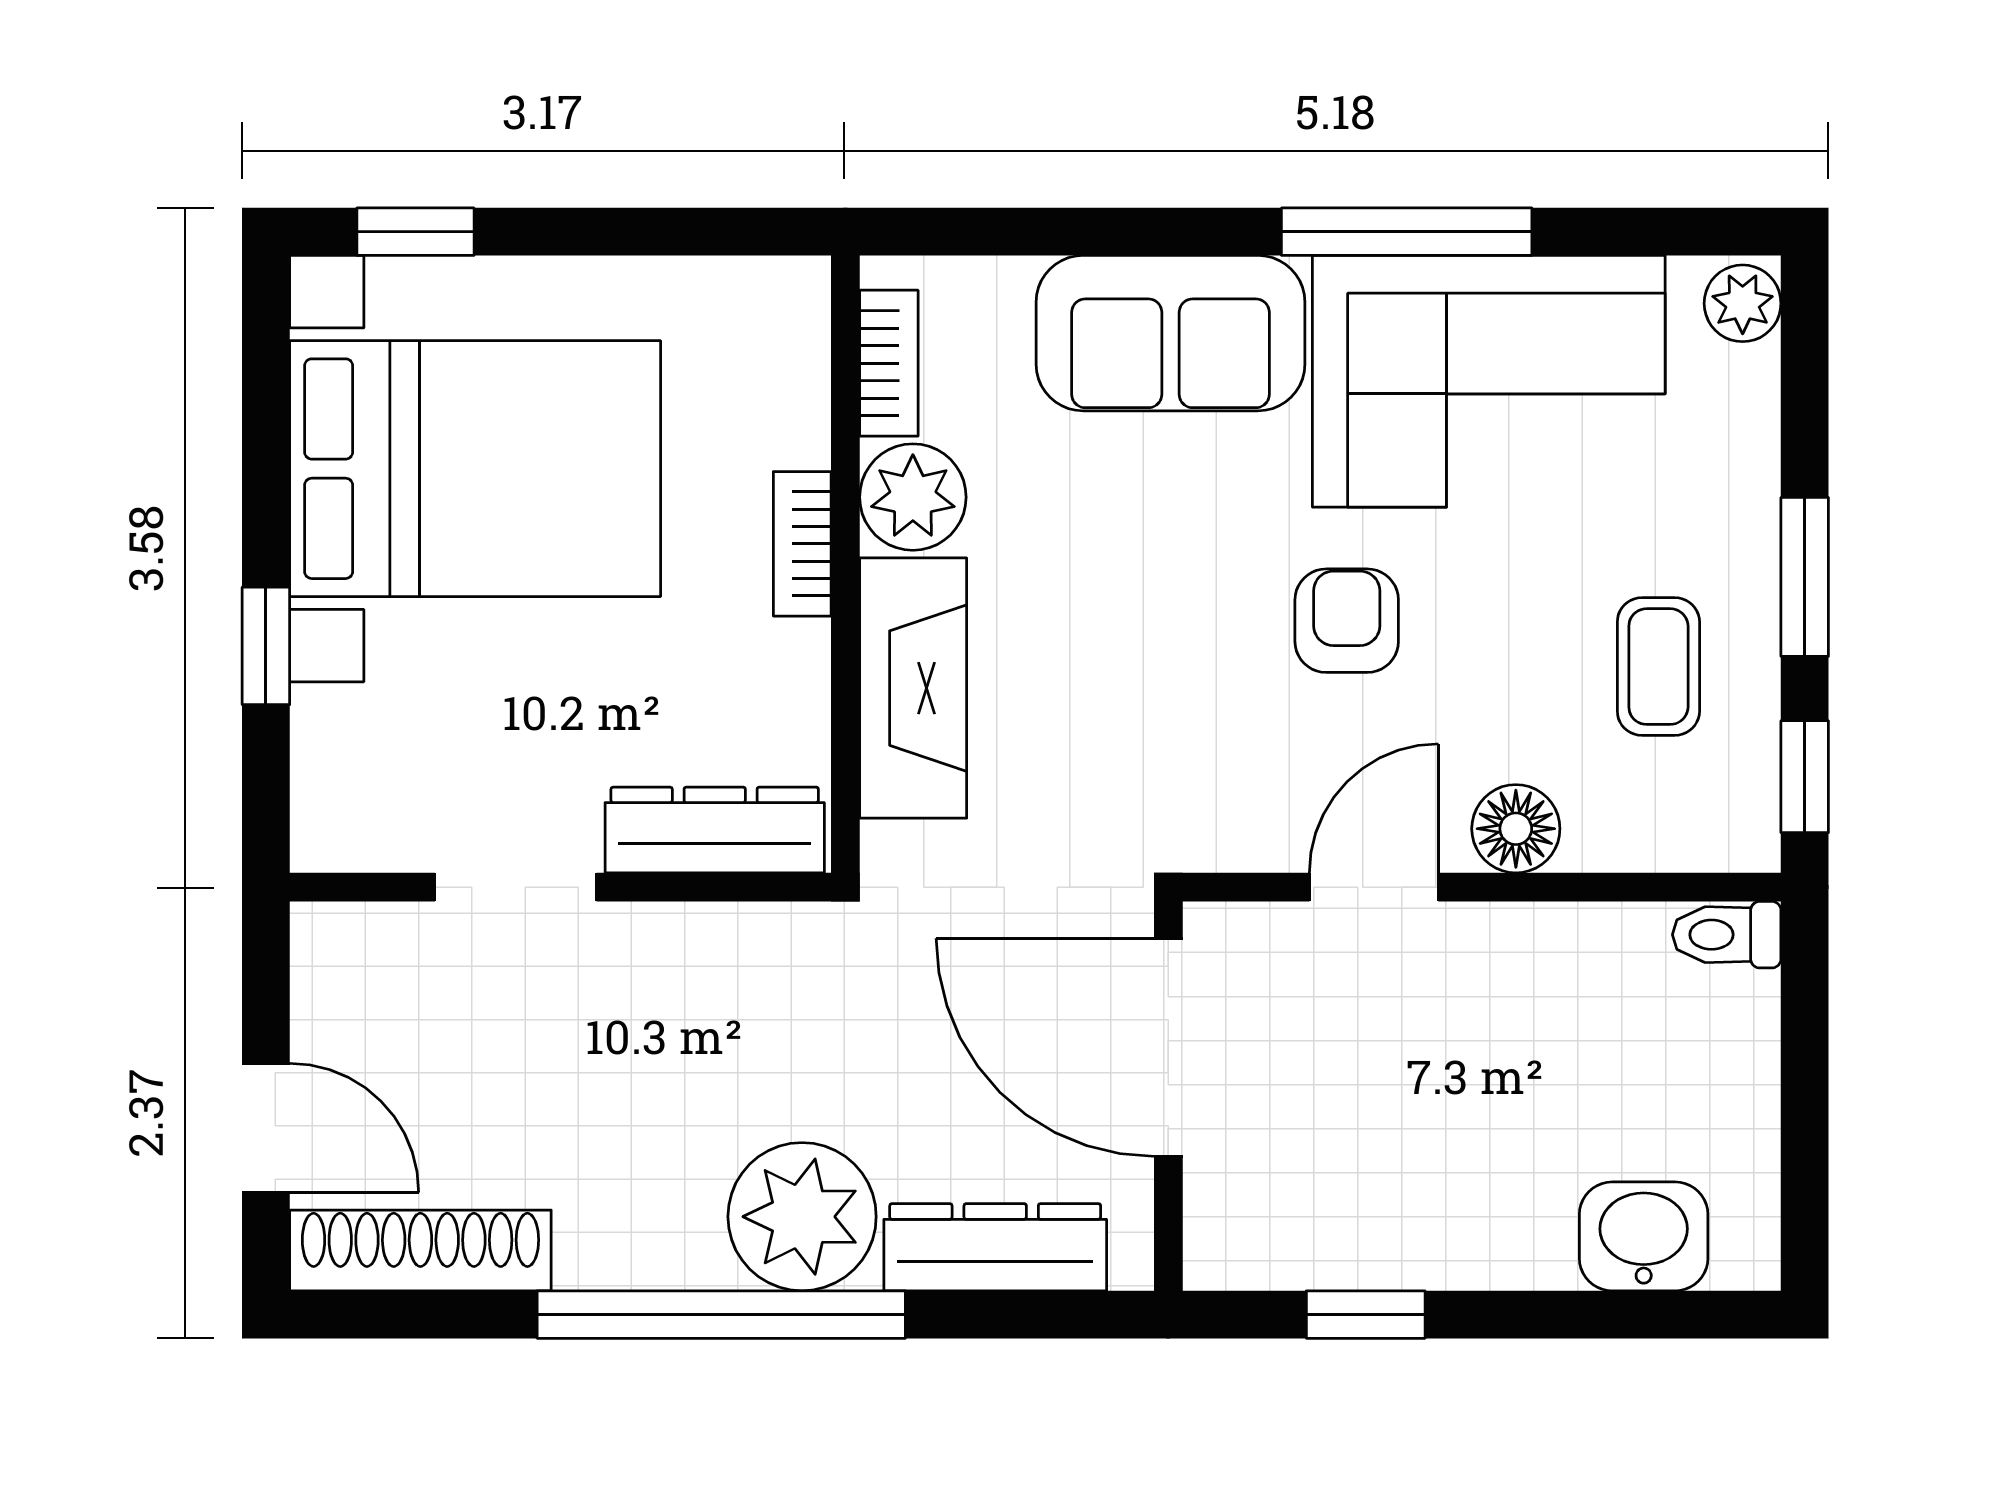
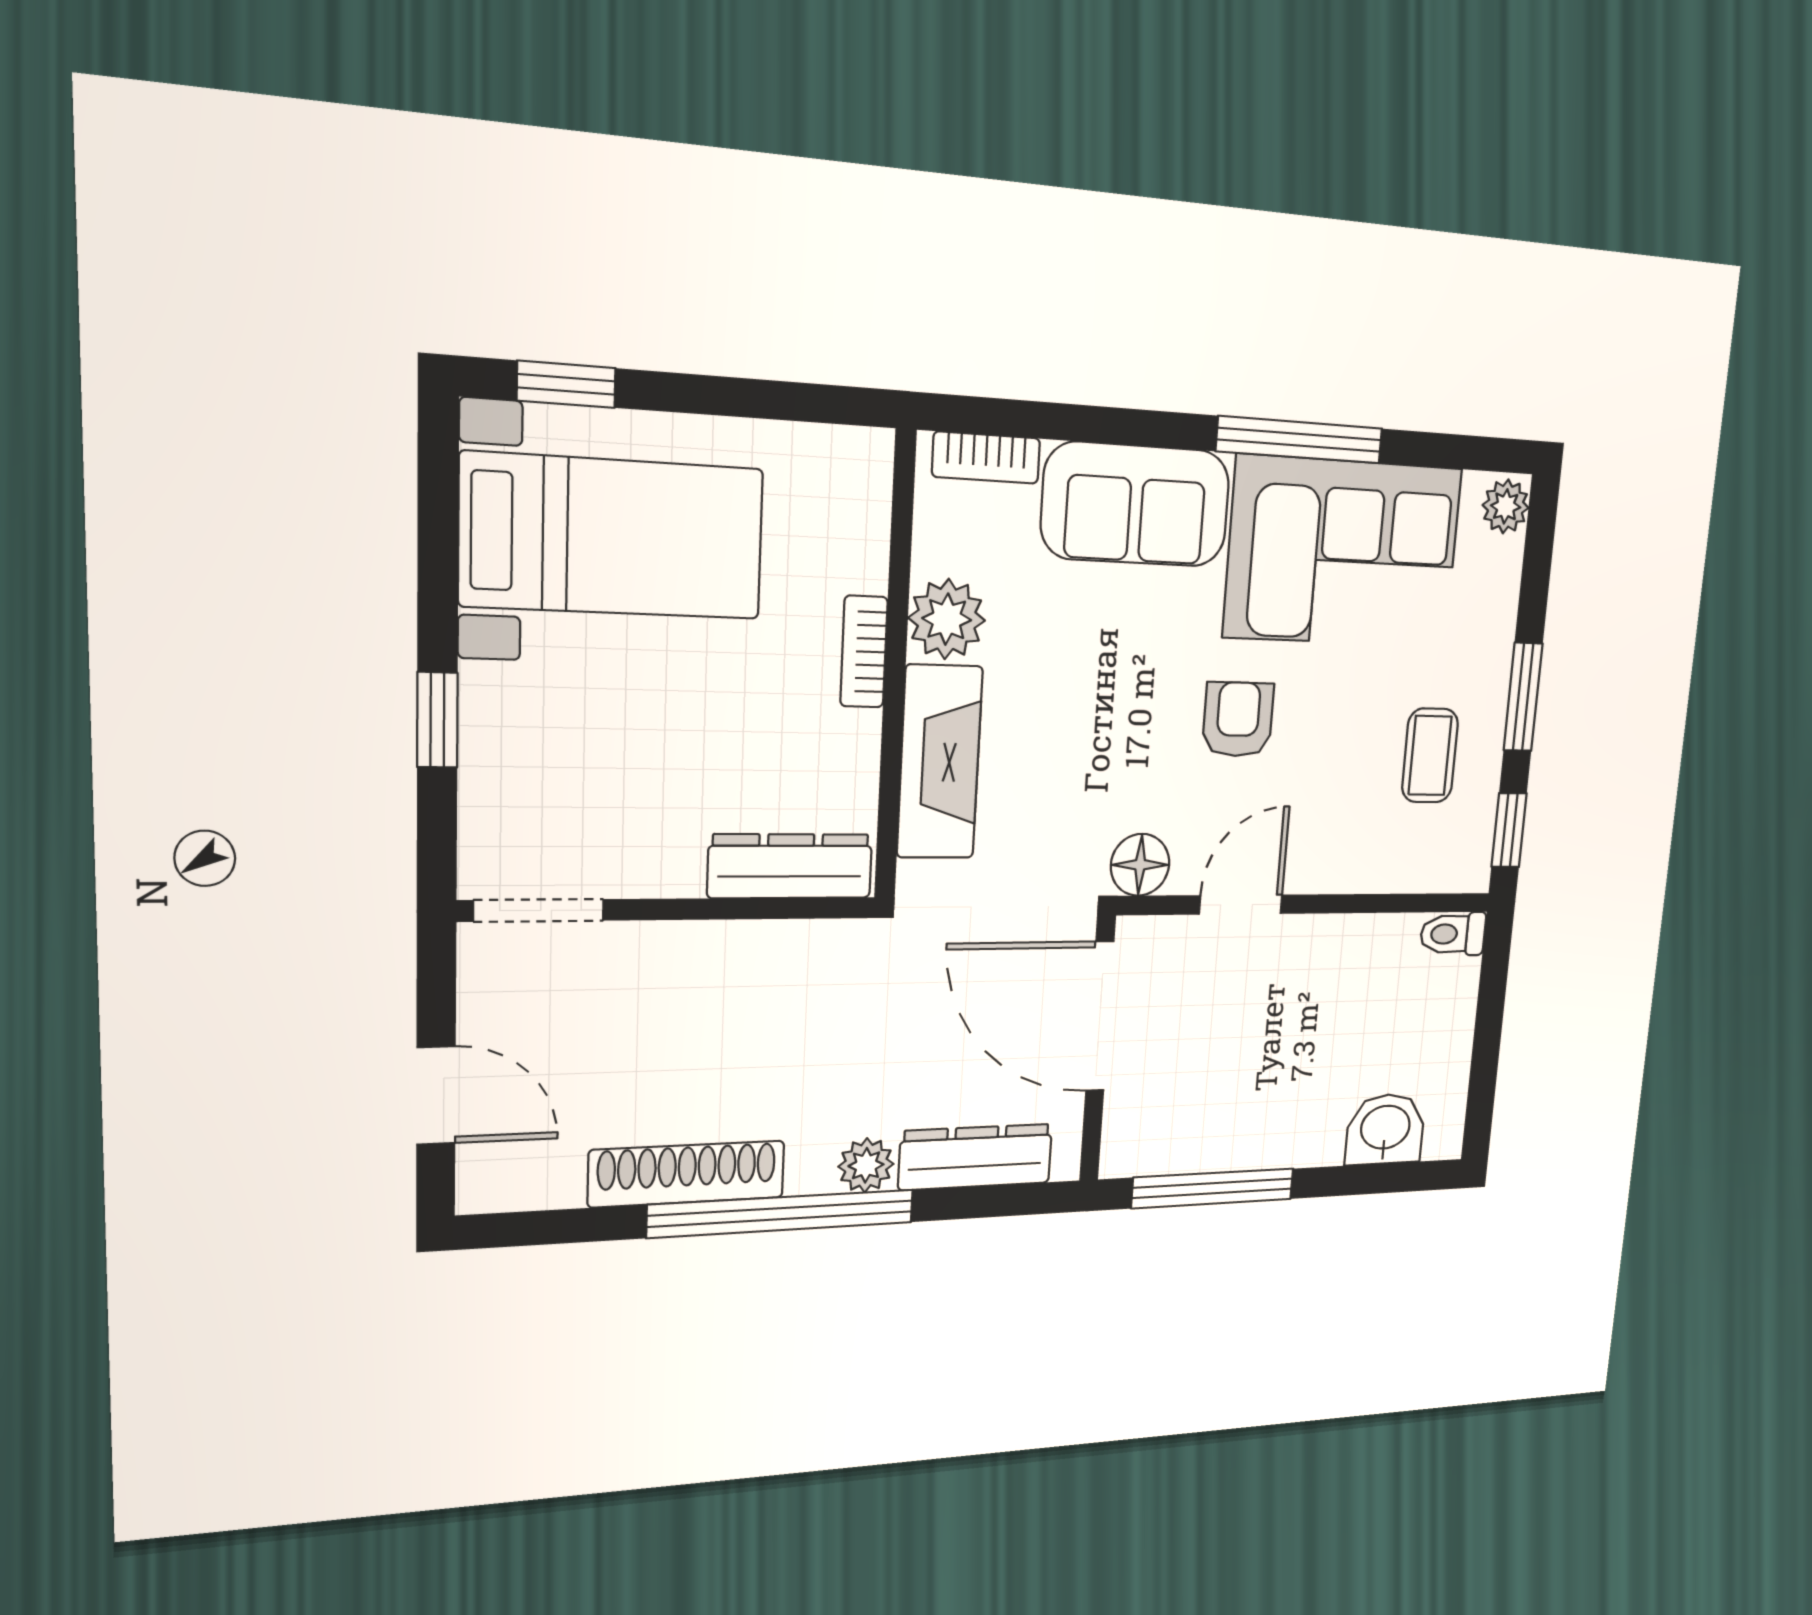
bookcase: (889, 363) -> (986, 458), moved, turned 90
bed with nightstands: (475, 469) -> (613, 537), width x0.73
floor lamp: (1516, 829) -> (1140, 865), moved
doorway: (516, 887) -> (539, 910), moved
plant: (802, 1217) -> (866, 1165), width x0.53, depth x0.53
shoe rack: (420, 1250) -> (687, 1174), moved
window: (1366, 1315) -> (1213, 1188), width x2.17

